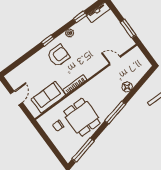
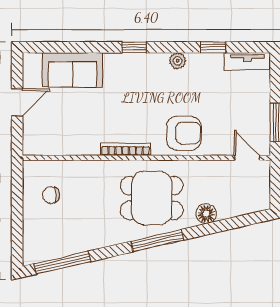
armchair: (58, 56) -> (184, 133), moved
door: (115, 61) -> (247, 158), moved
sofa: (48, 97) -> (73, 70), moved, turned 180
dining table: (82, 117) -> (152, 198), moved, turned 90

